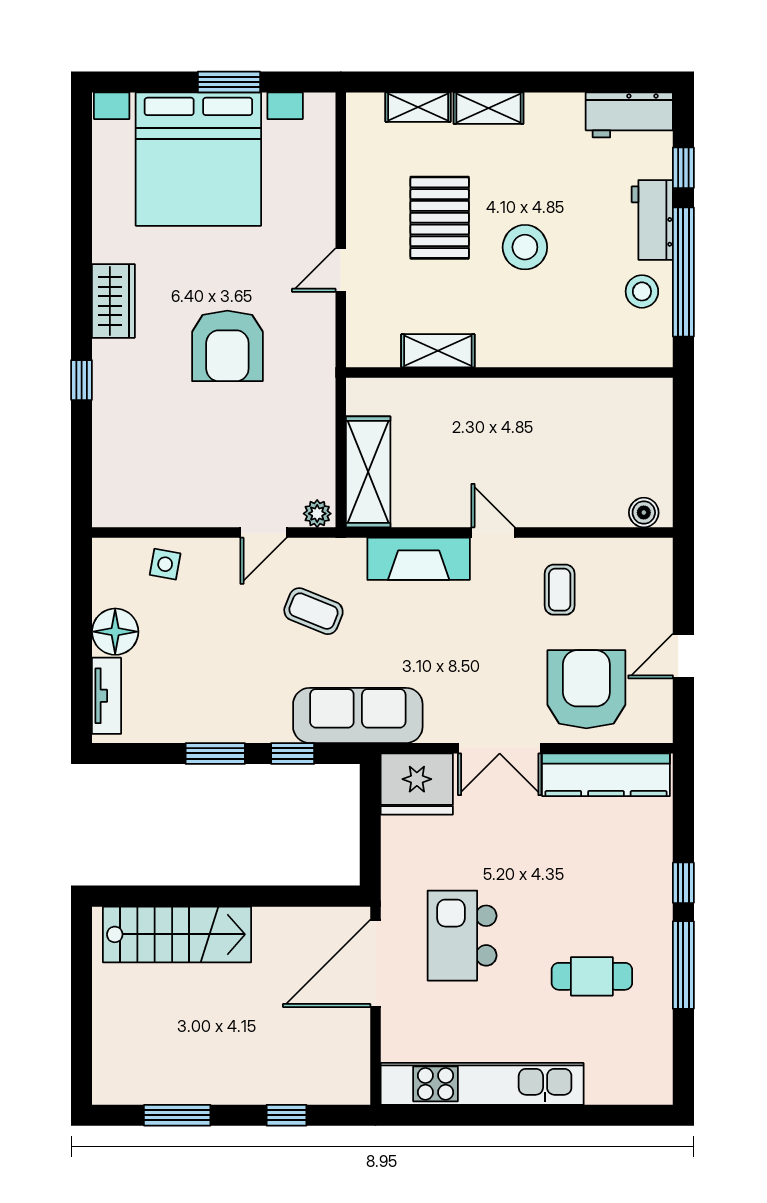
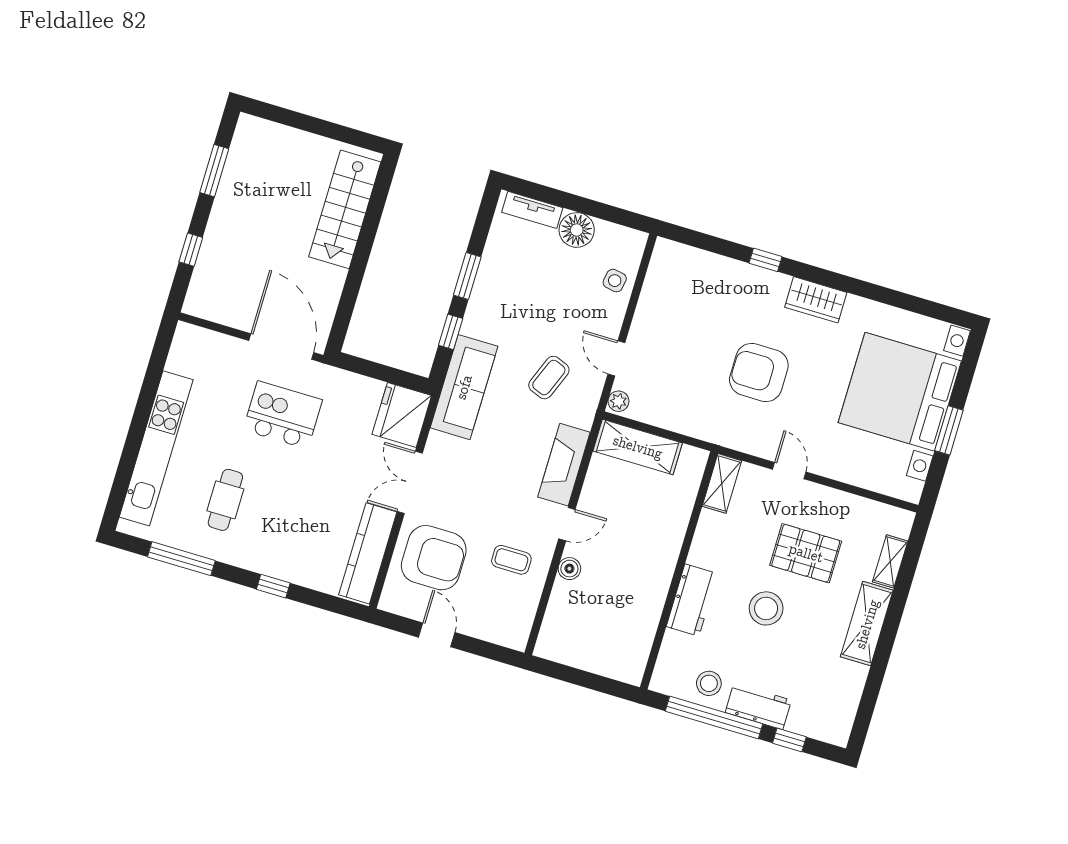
shelving: (488, 108) -> (867, 624), width x1.50, depth x1.33
workbench: (629, 115) -> (692, 600), moved, turned 180
shelving: (438, 351) -> (722, 483), moved
boiler: (644, 513) -> (569, 569), moved
window: (683, 965) -> (181, 559), moved
kitchen unit: (482, 1084) -> (156, 448), moved

